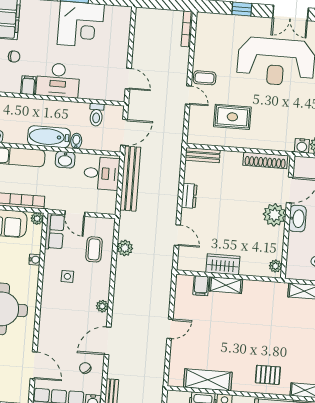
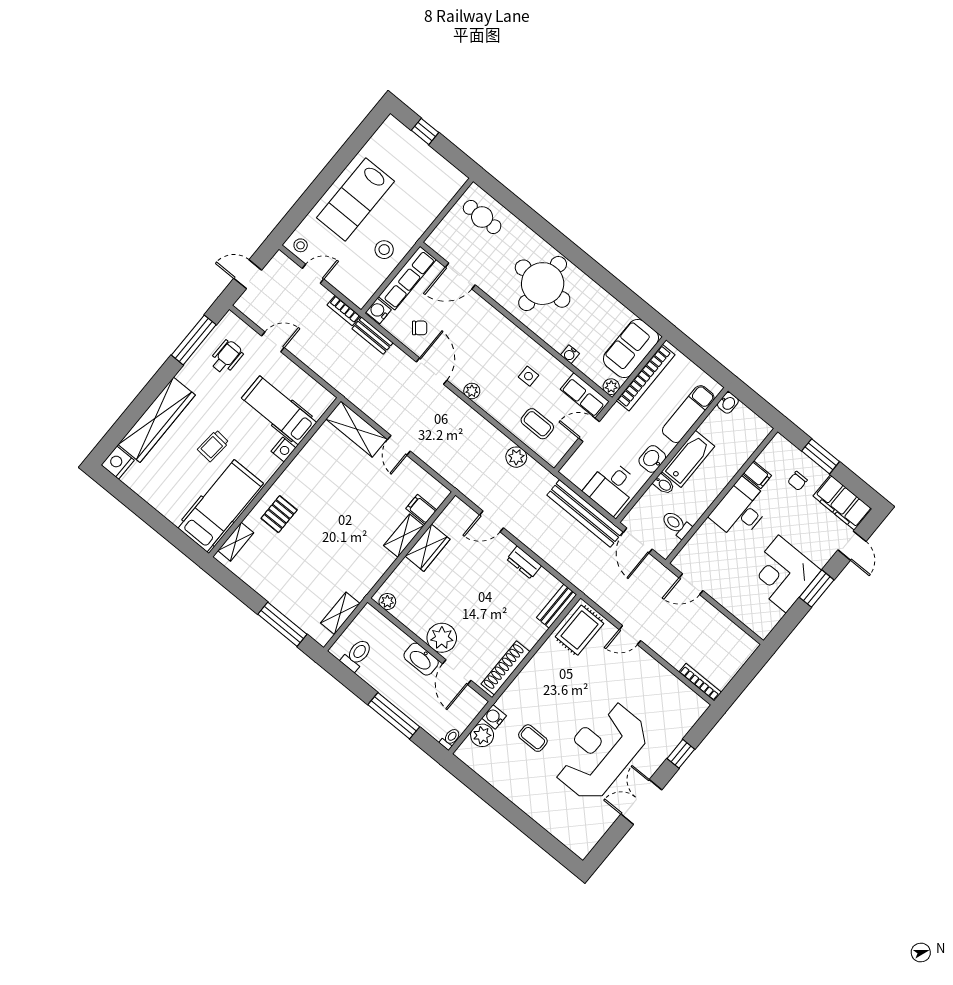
coffee table: (205, 78) -> (533, 738), moved, turned 90
rug: (232, 117) -> (580, 630), moved
shelving: (208, 380) -> (356, 429), moved, turned 90

